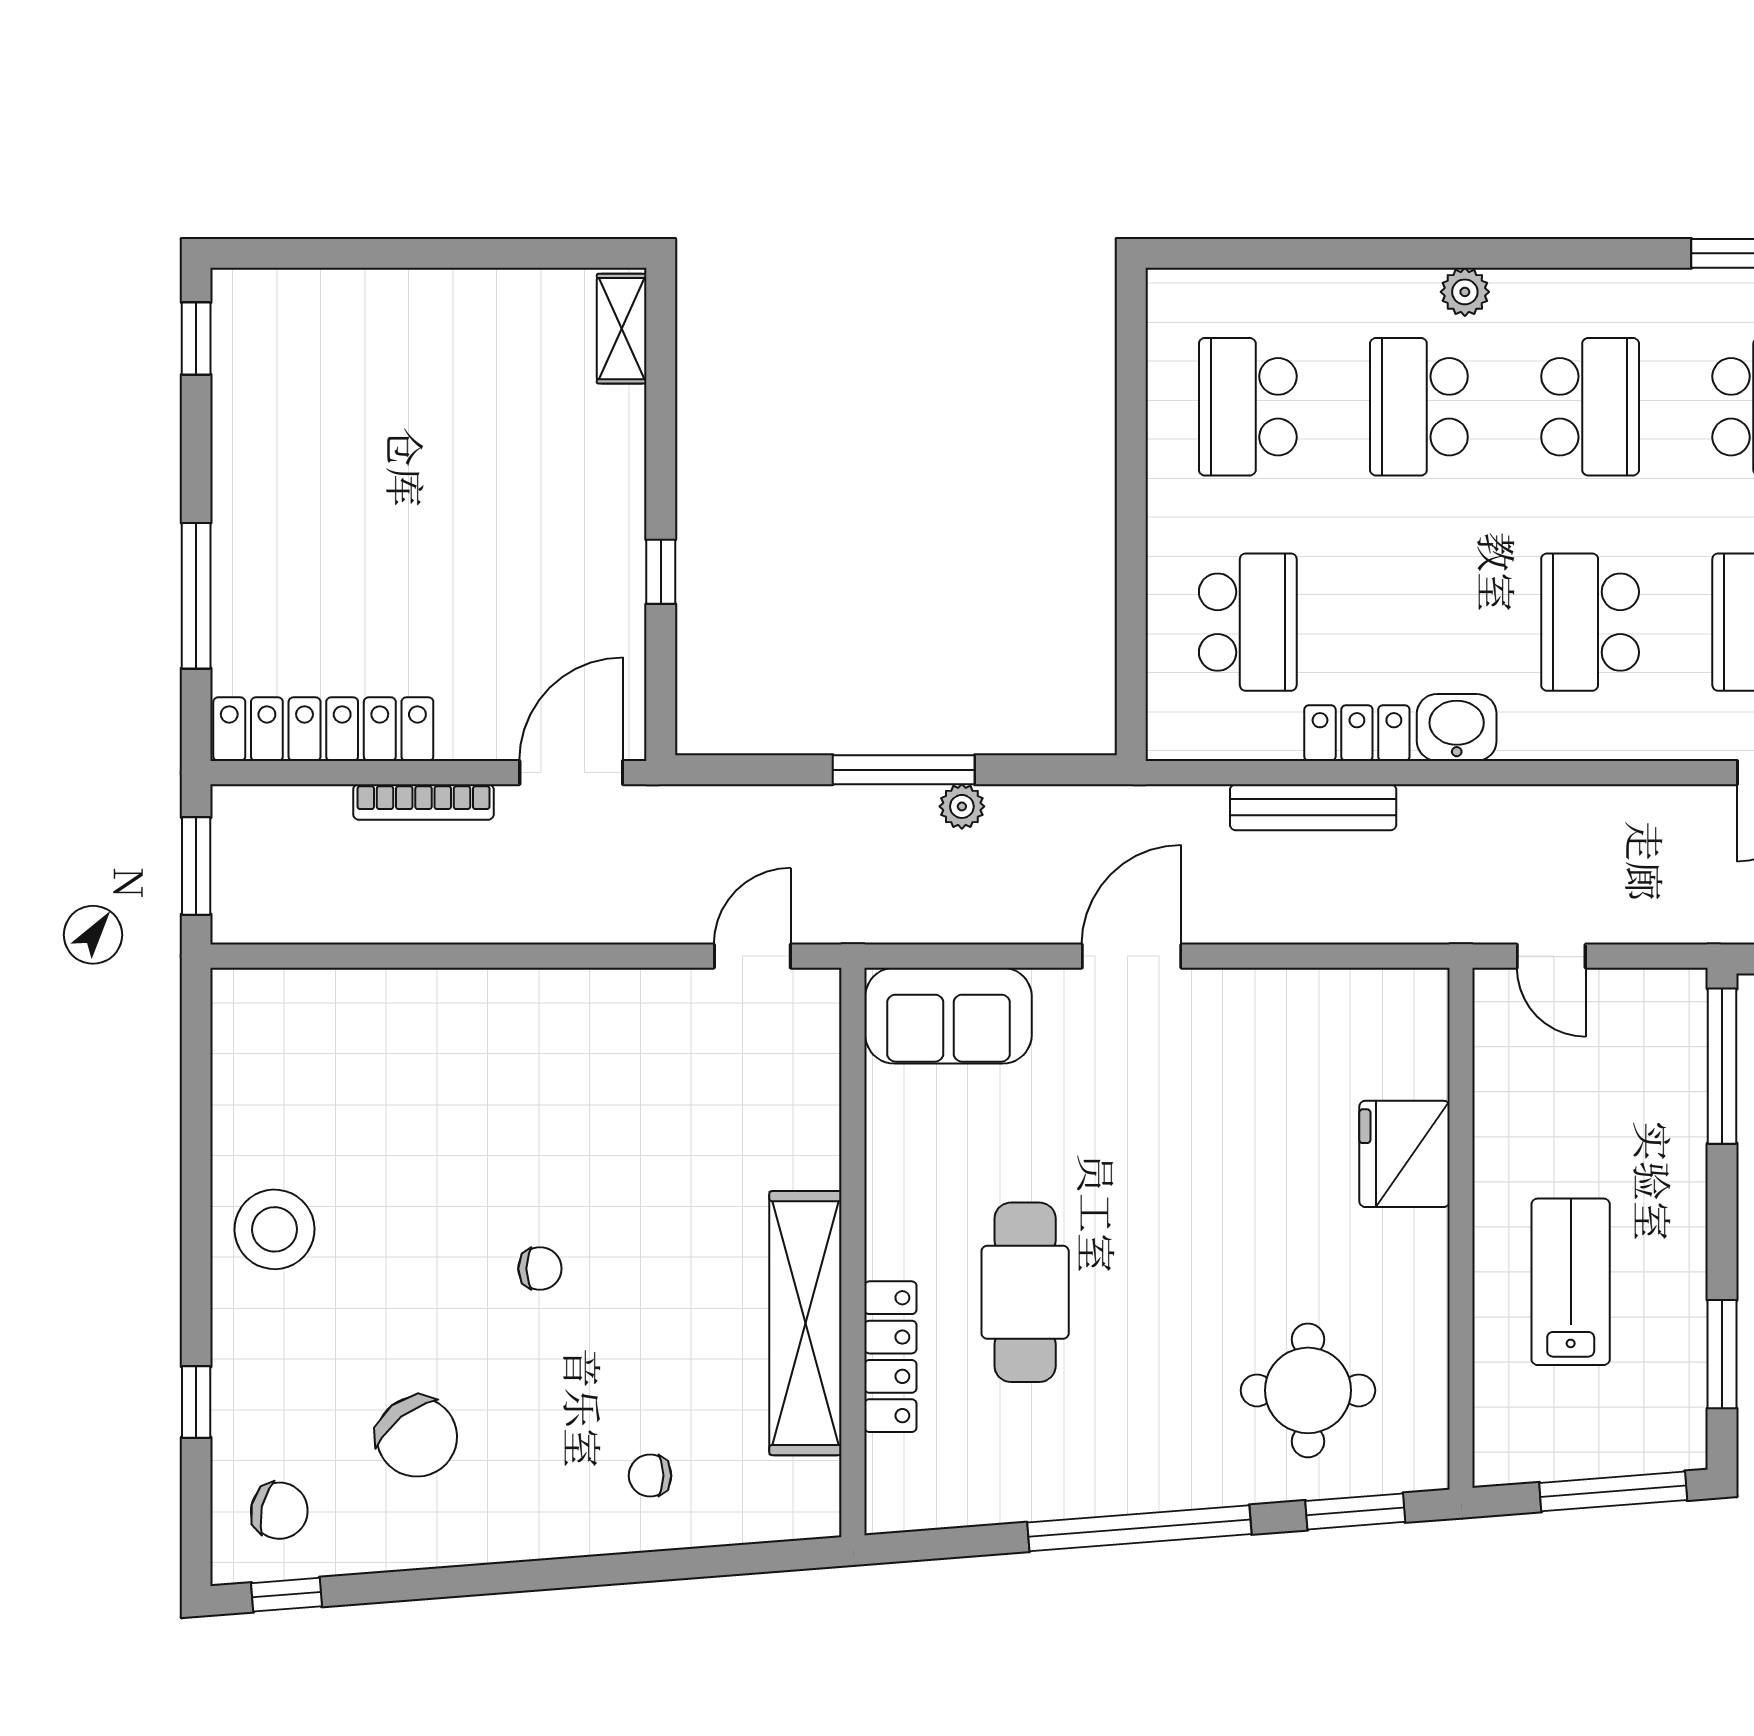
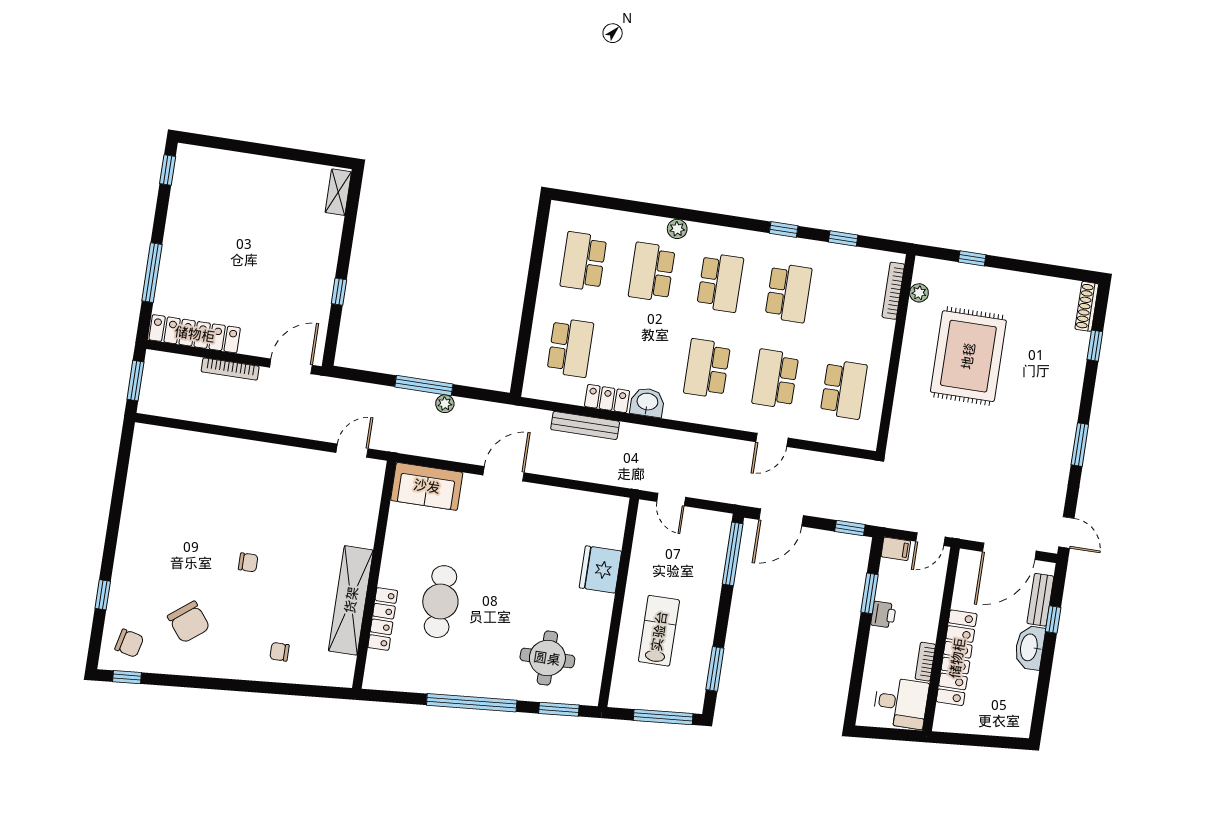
stool: (275, 1229) -> (145, 531), removed

